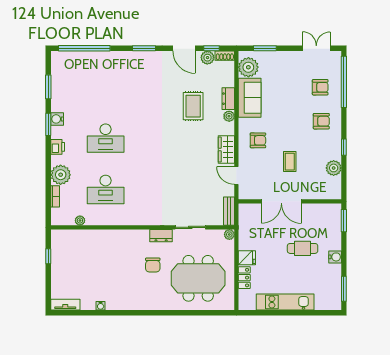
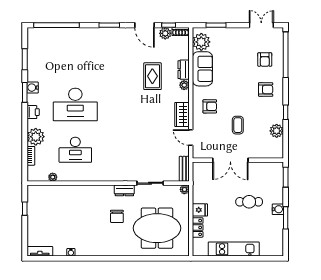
armchair: (320, 87) -> (265, 60), turned 90
desk: (106, 138) -> (75, 104), width x1.36, depth x1.30
window: (344, 289) -> (286, 218), moved

